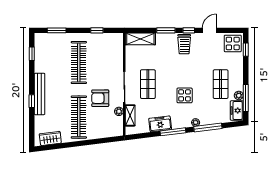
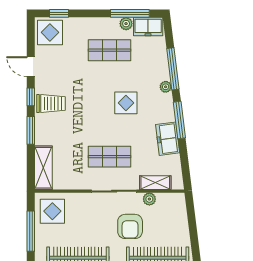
window: (97, 30) -> (31, 231), width x2.17
display table: (111, 45) -> (52, 211), added

